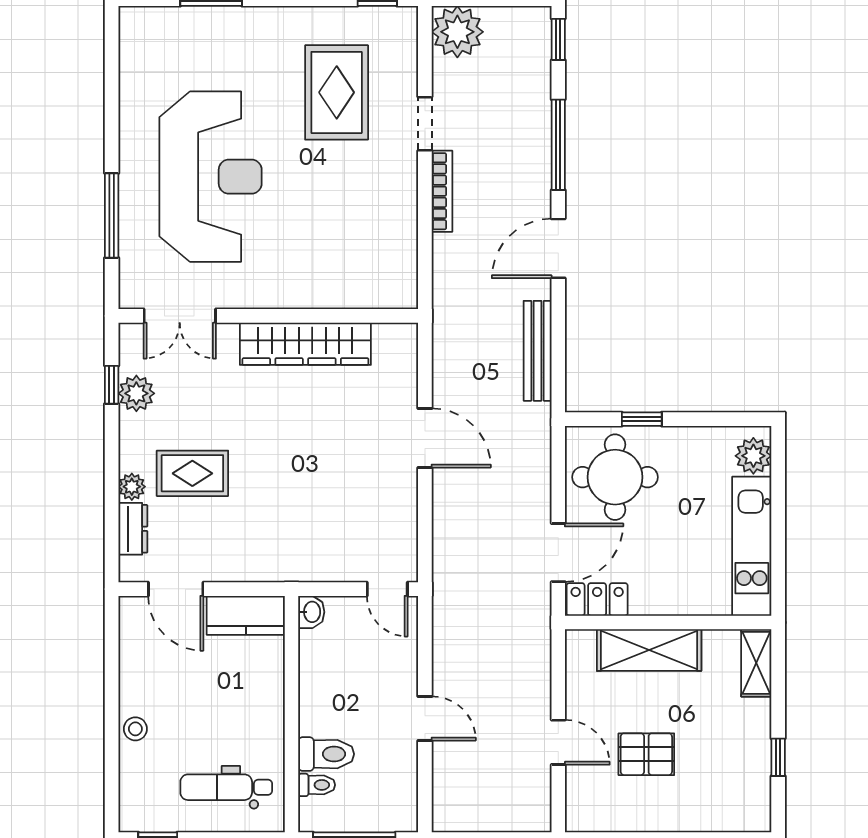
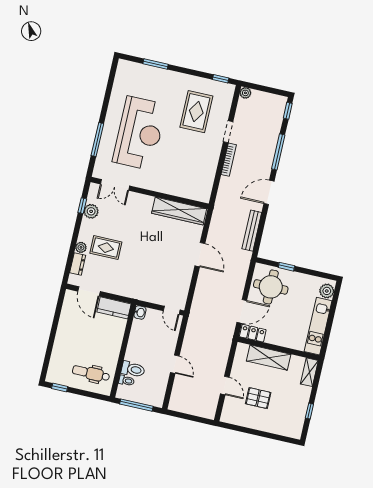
plant: (457, 32) -> (245, 93), width x0.53, depth x0.53
wardrobe: (305, 344) -> (179, 211), moved
stool: (135, 729) -> (61, 342), removed

